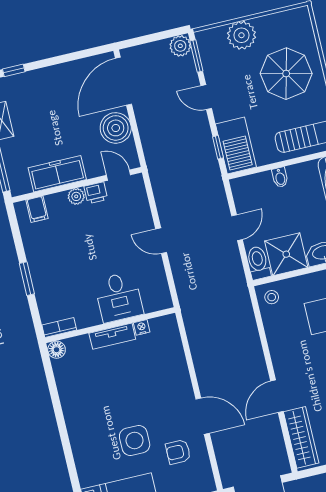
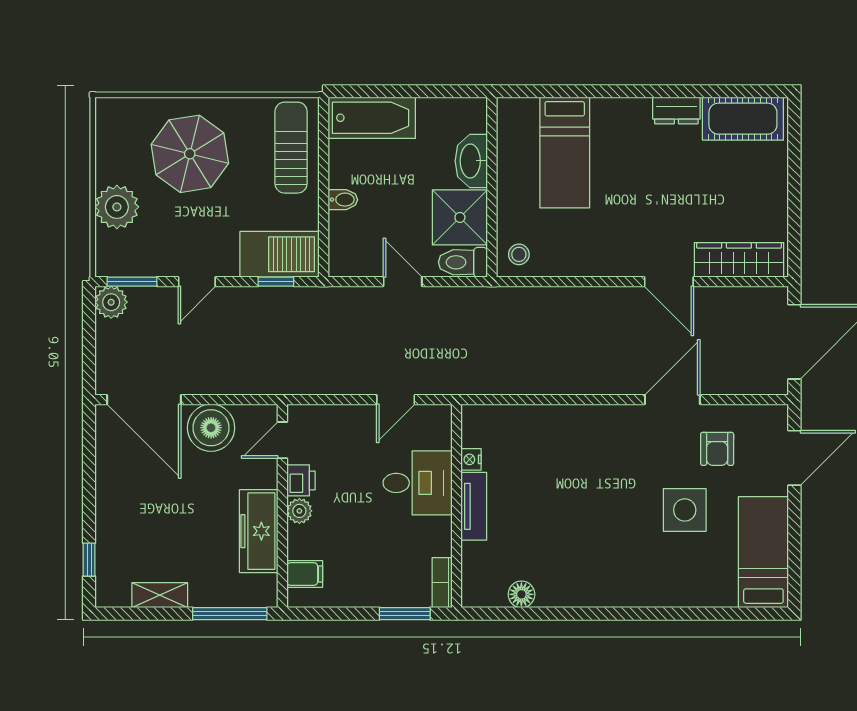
desk: (119, 297) -> (418, 483), moved
wall: (110, 325) -> (456, 506), moved
nightstand: (142, 327) -> (471, 459), moved
bookcase: (59, 328) -> (442, 583), moved
tv unit: (112, 336) -> (474, 506), moved

